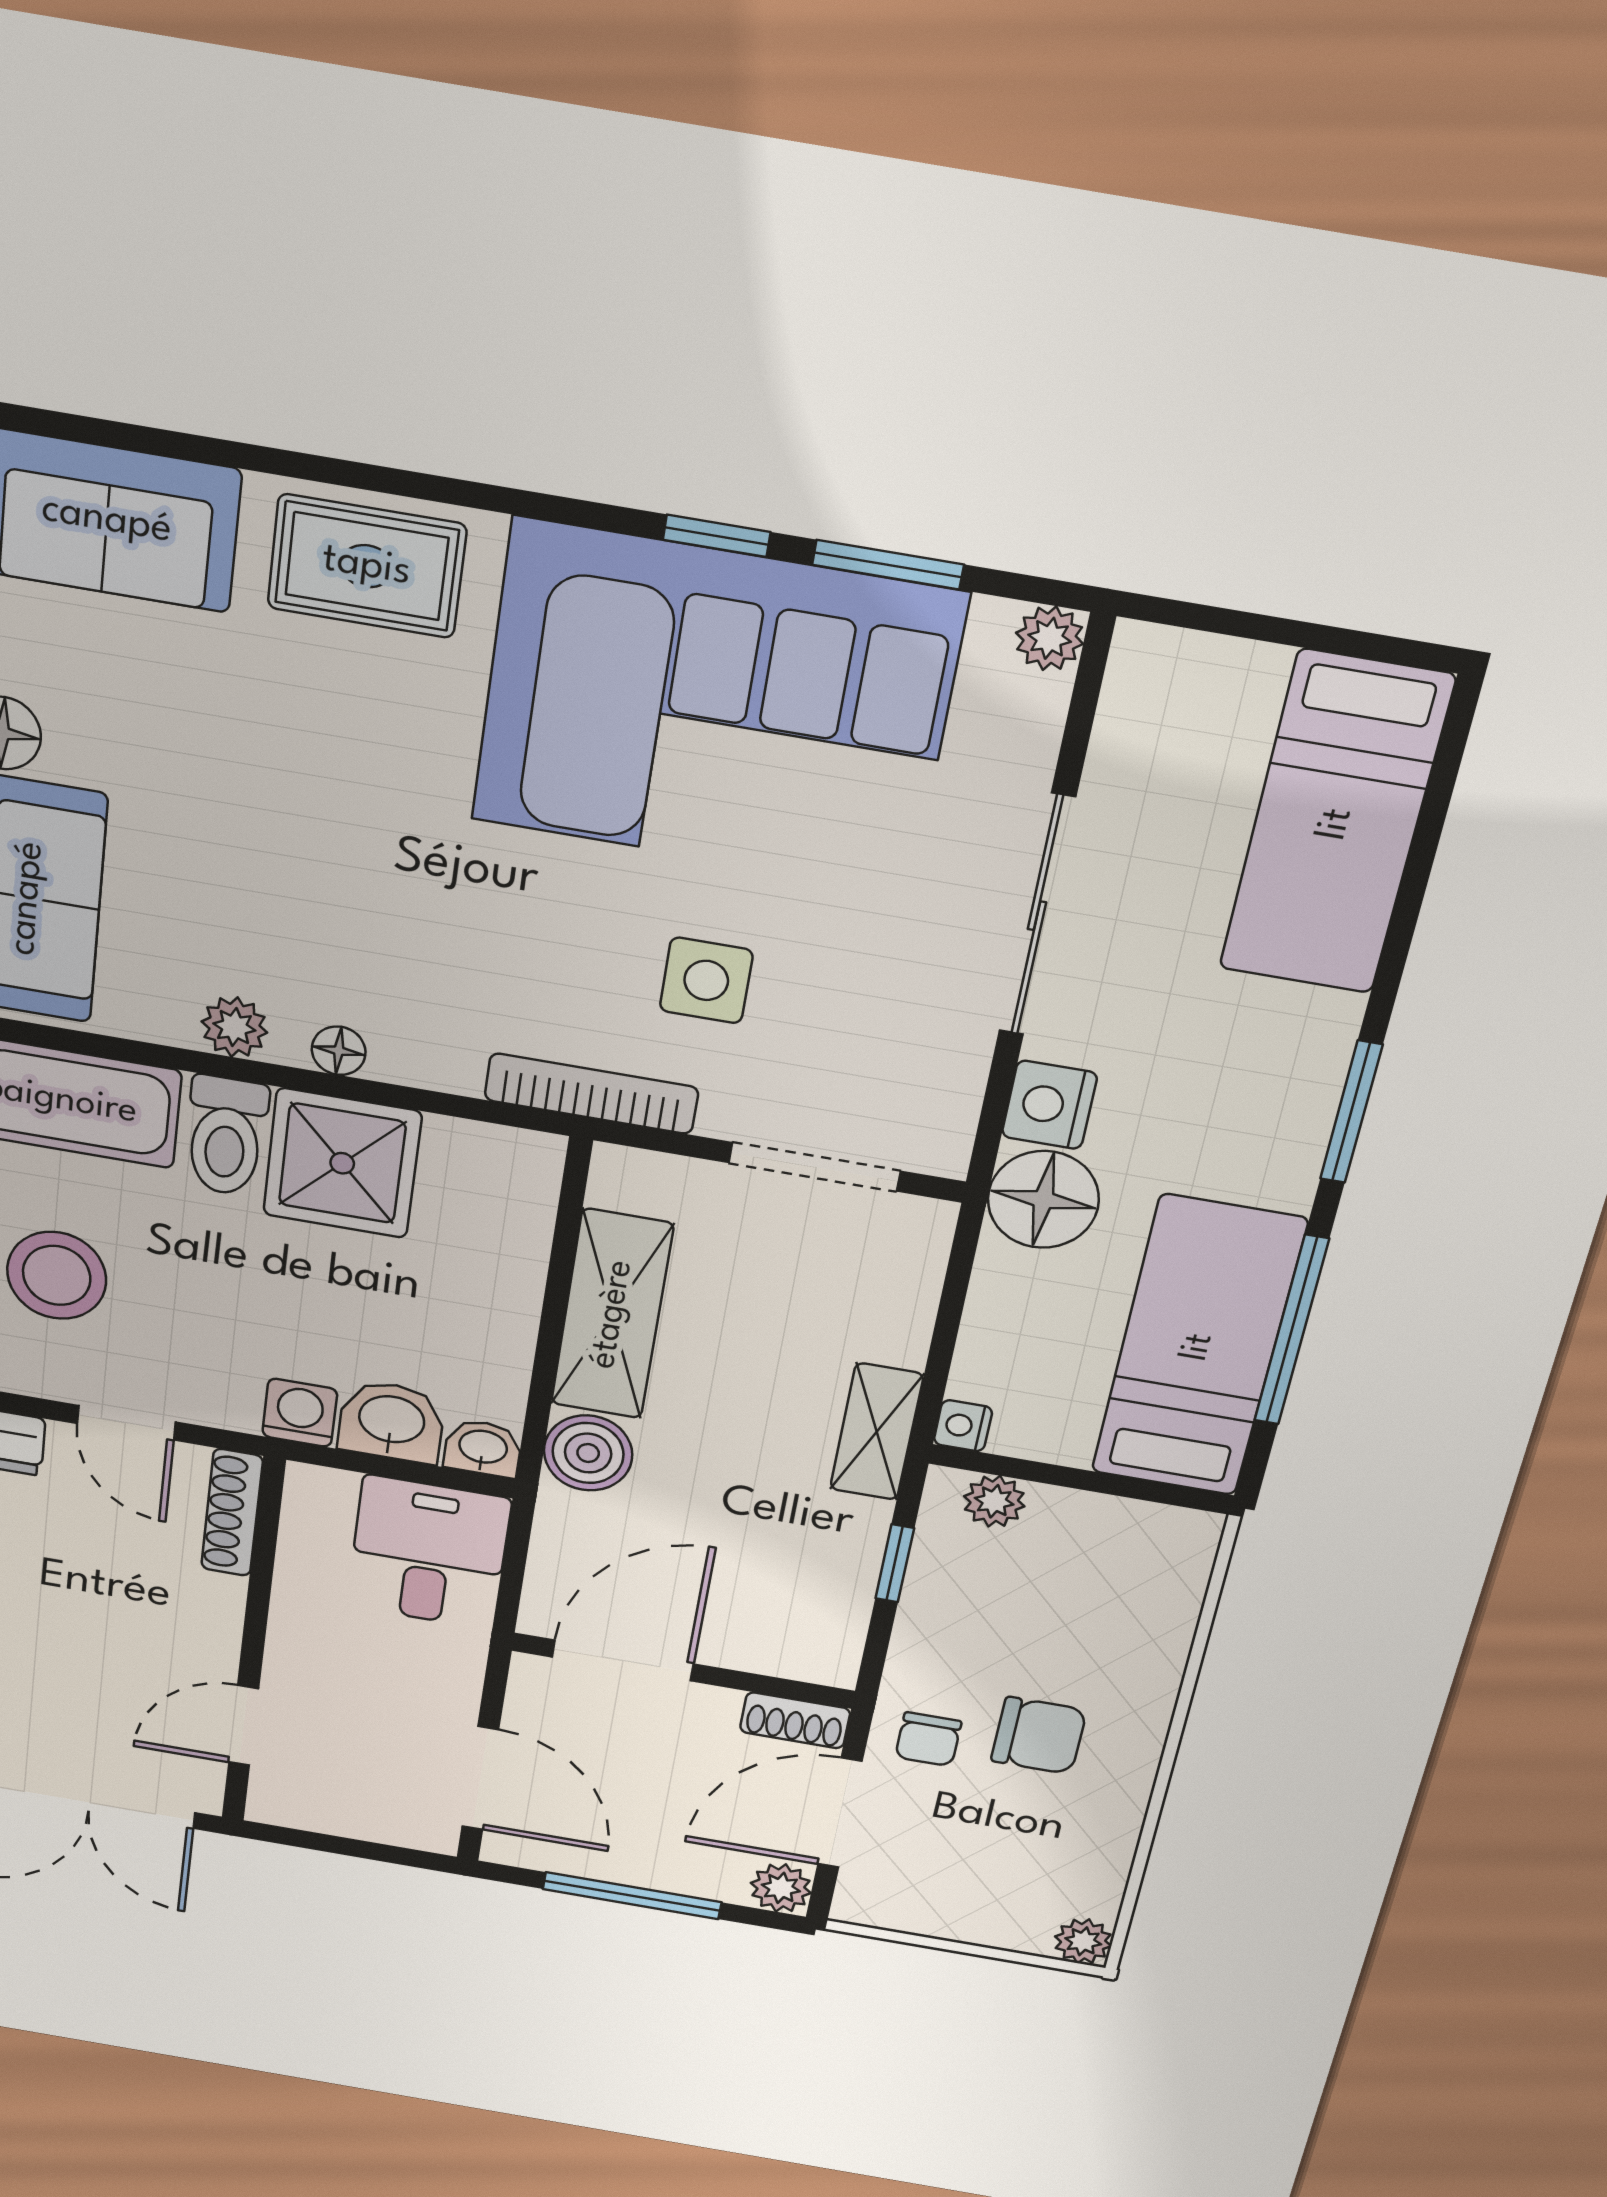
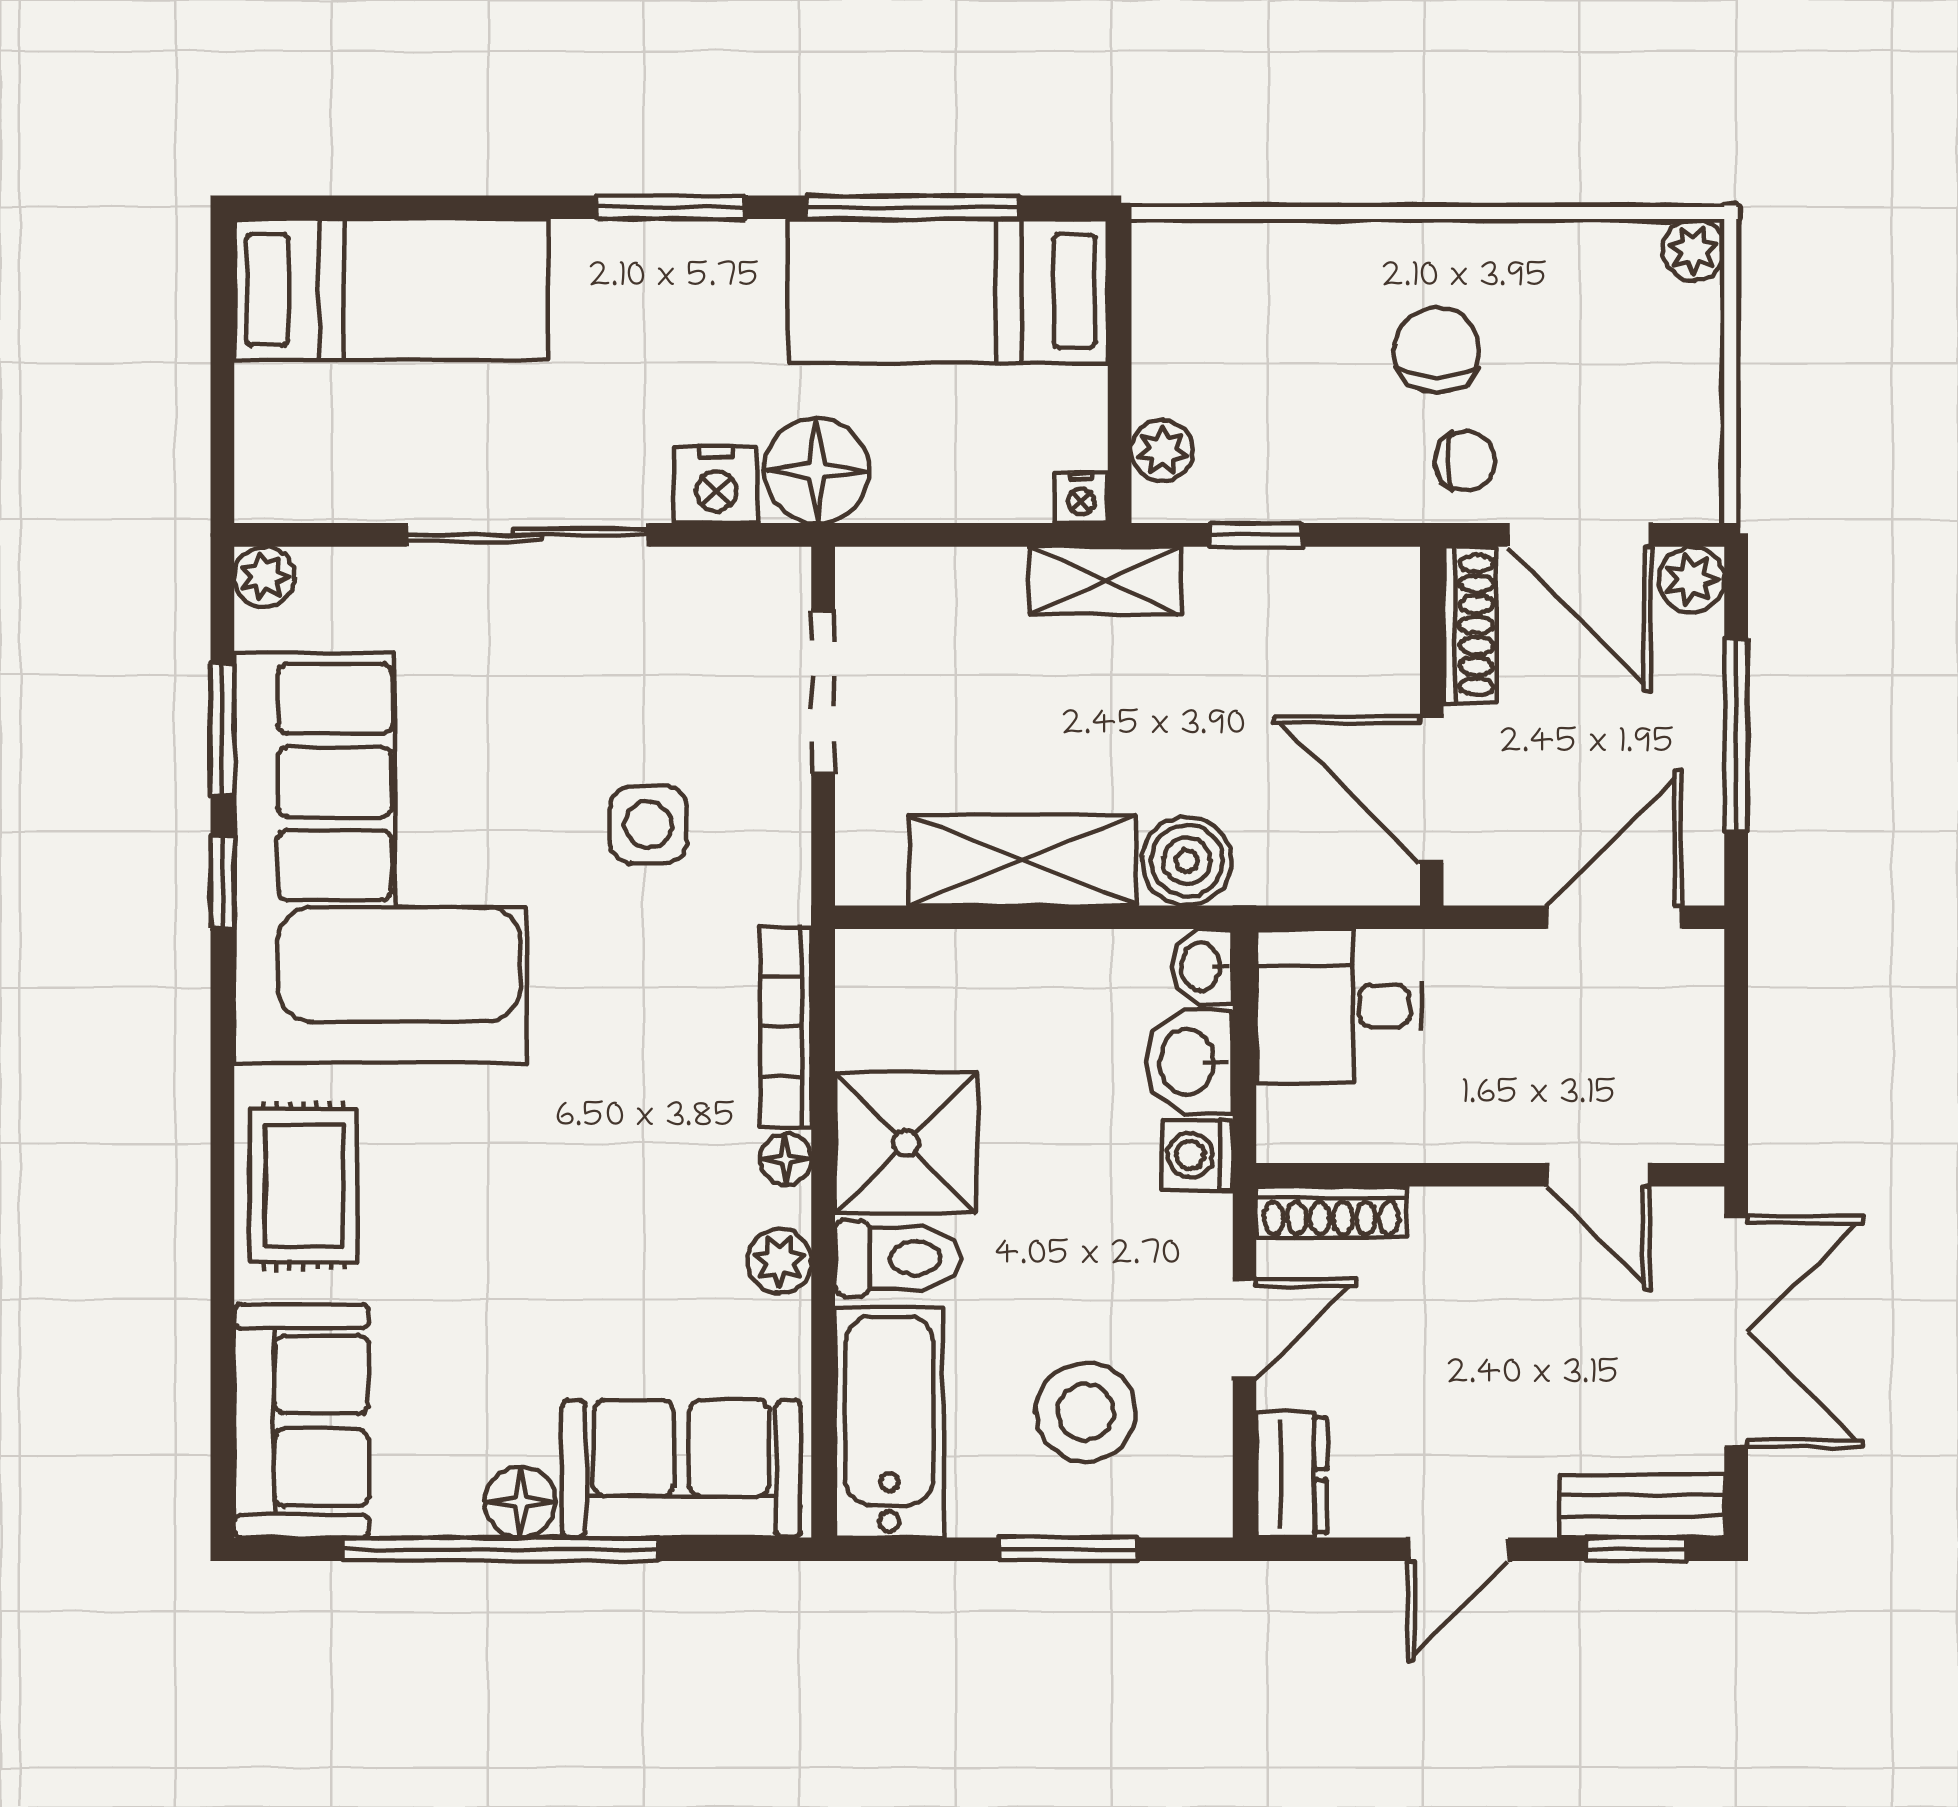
bookcase: (591, 1094) -> (786, 1027), moved
shoe rack: (795, 1720) -> (1470, 625), width x1.43

